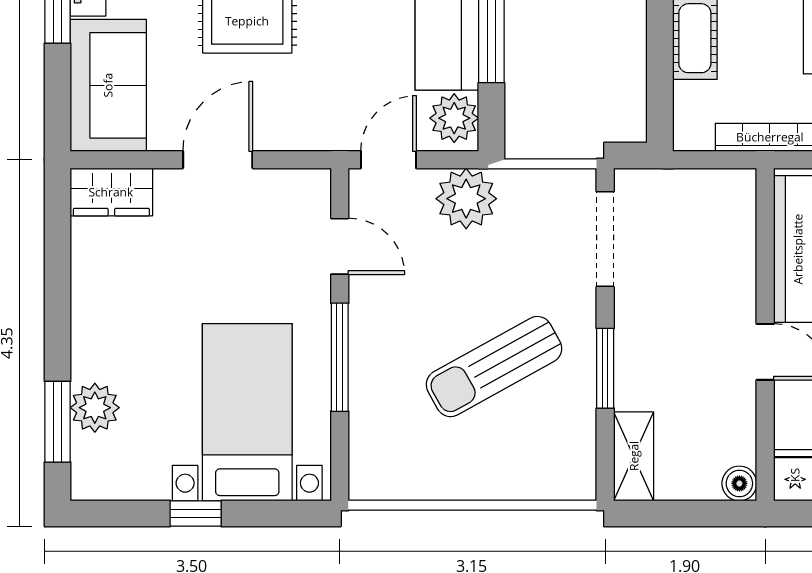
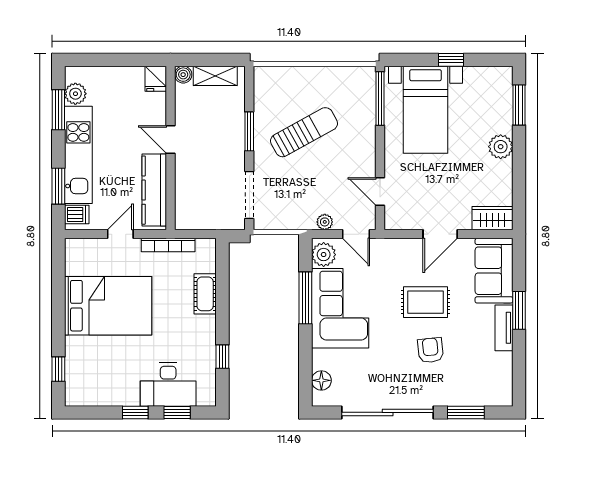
door: (388, 160) -> (356, 234), hinge flipped
plant: (466, 199) -> (325, 222), width x0.53, depth x0.53
window: (340, 357) -> (380, 98), moved
plant: (95, 408) -> (501, 147), moved
shelving: (634, 456) -> (215, 76), moved, turned 90

